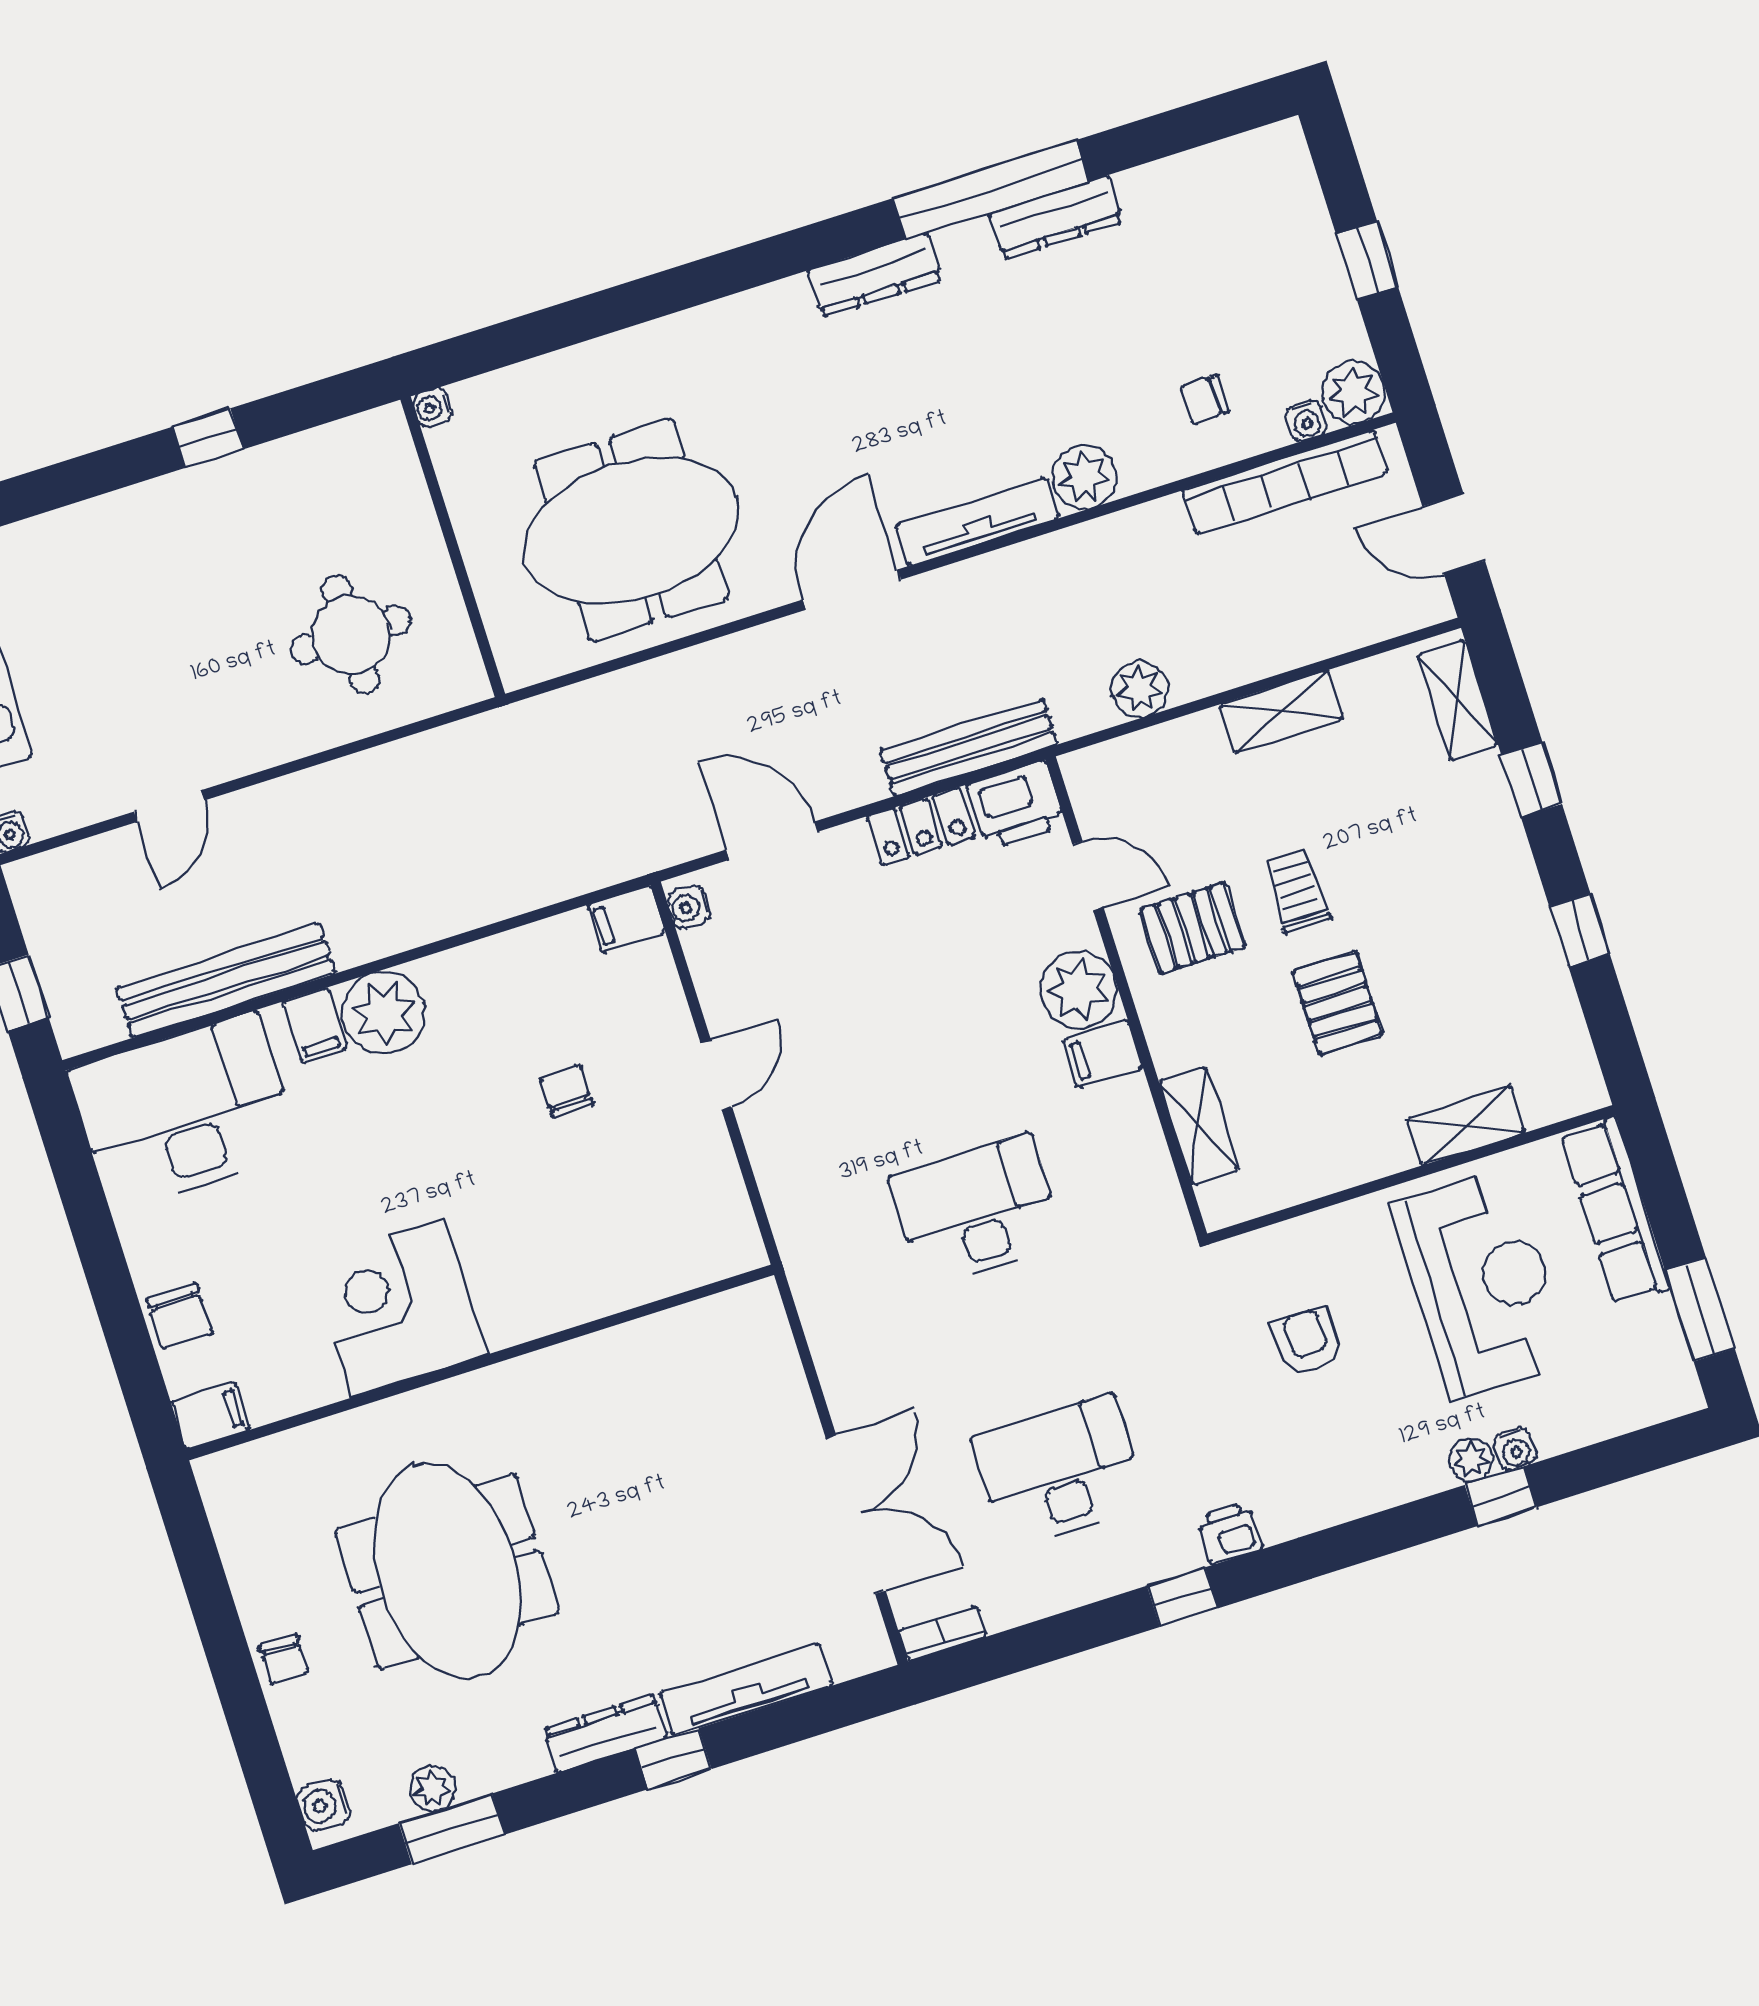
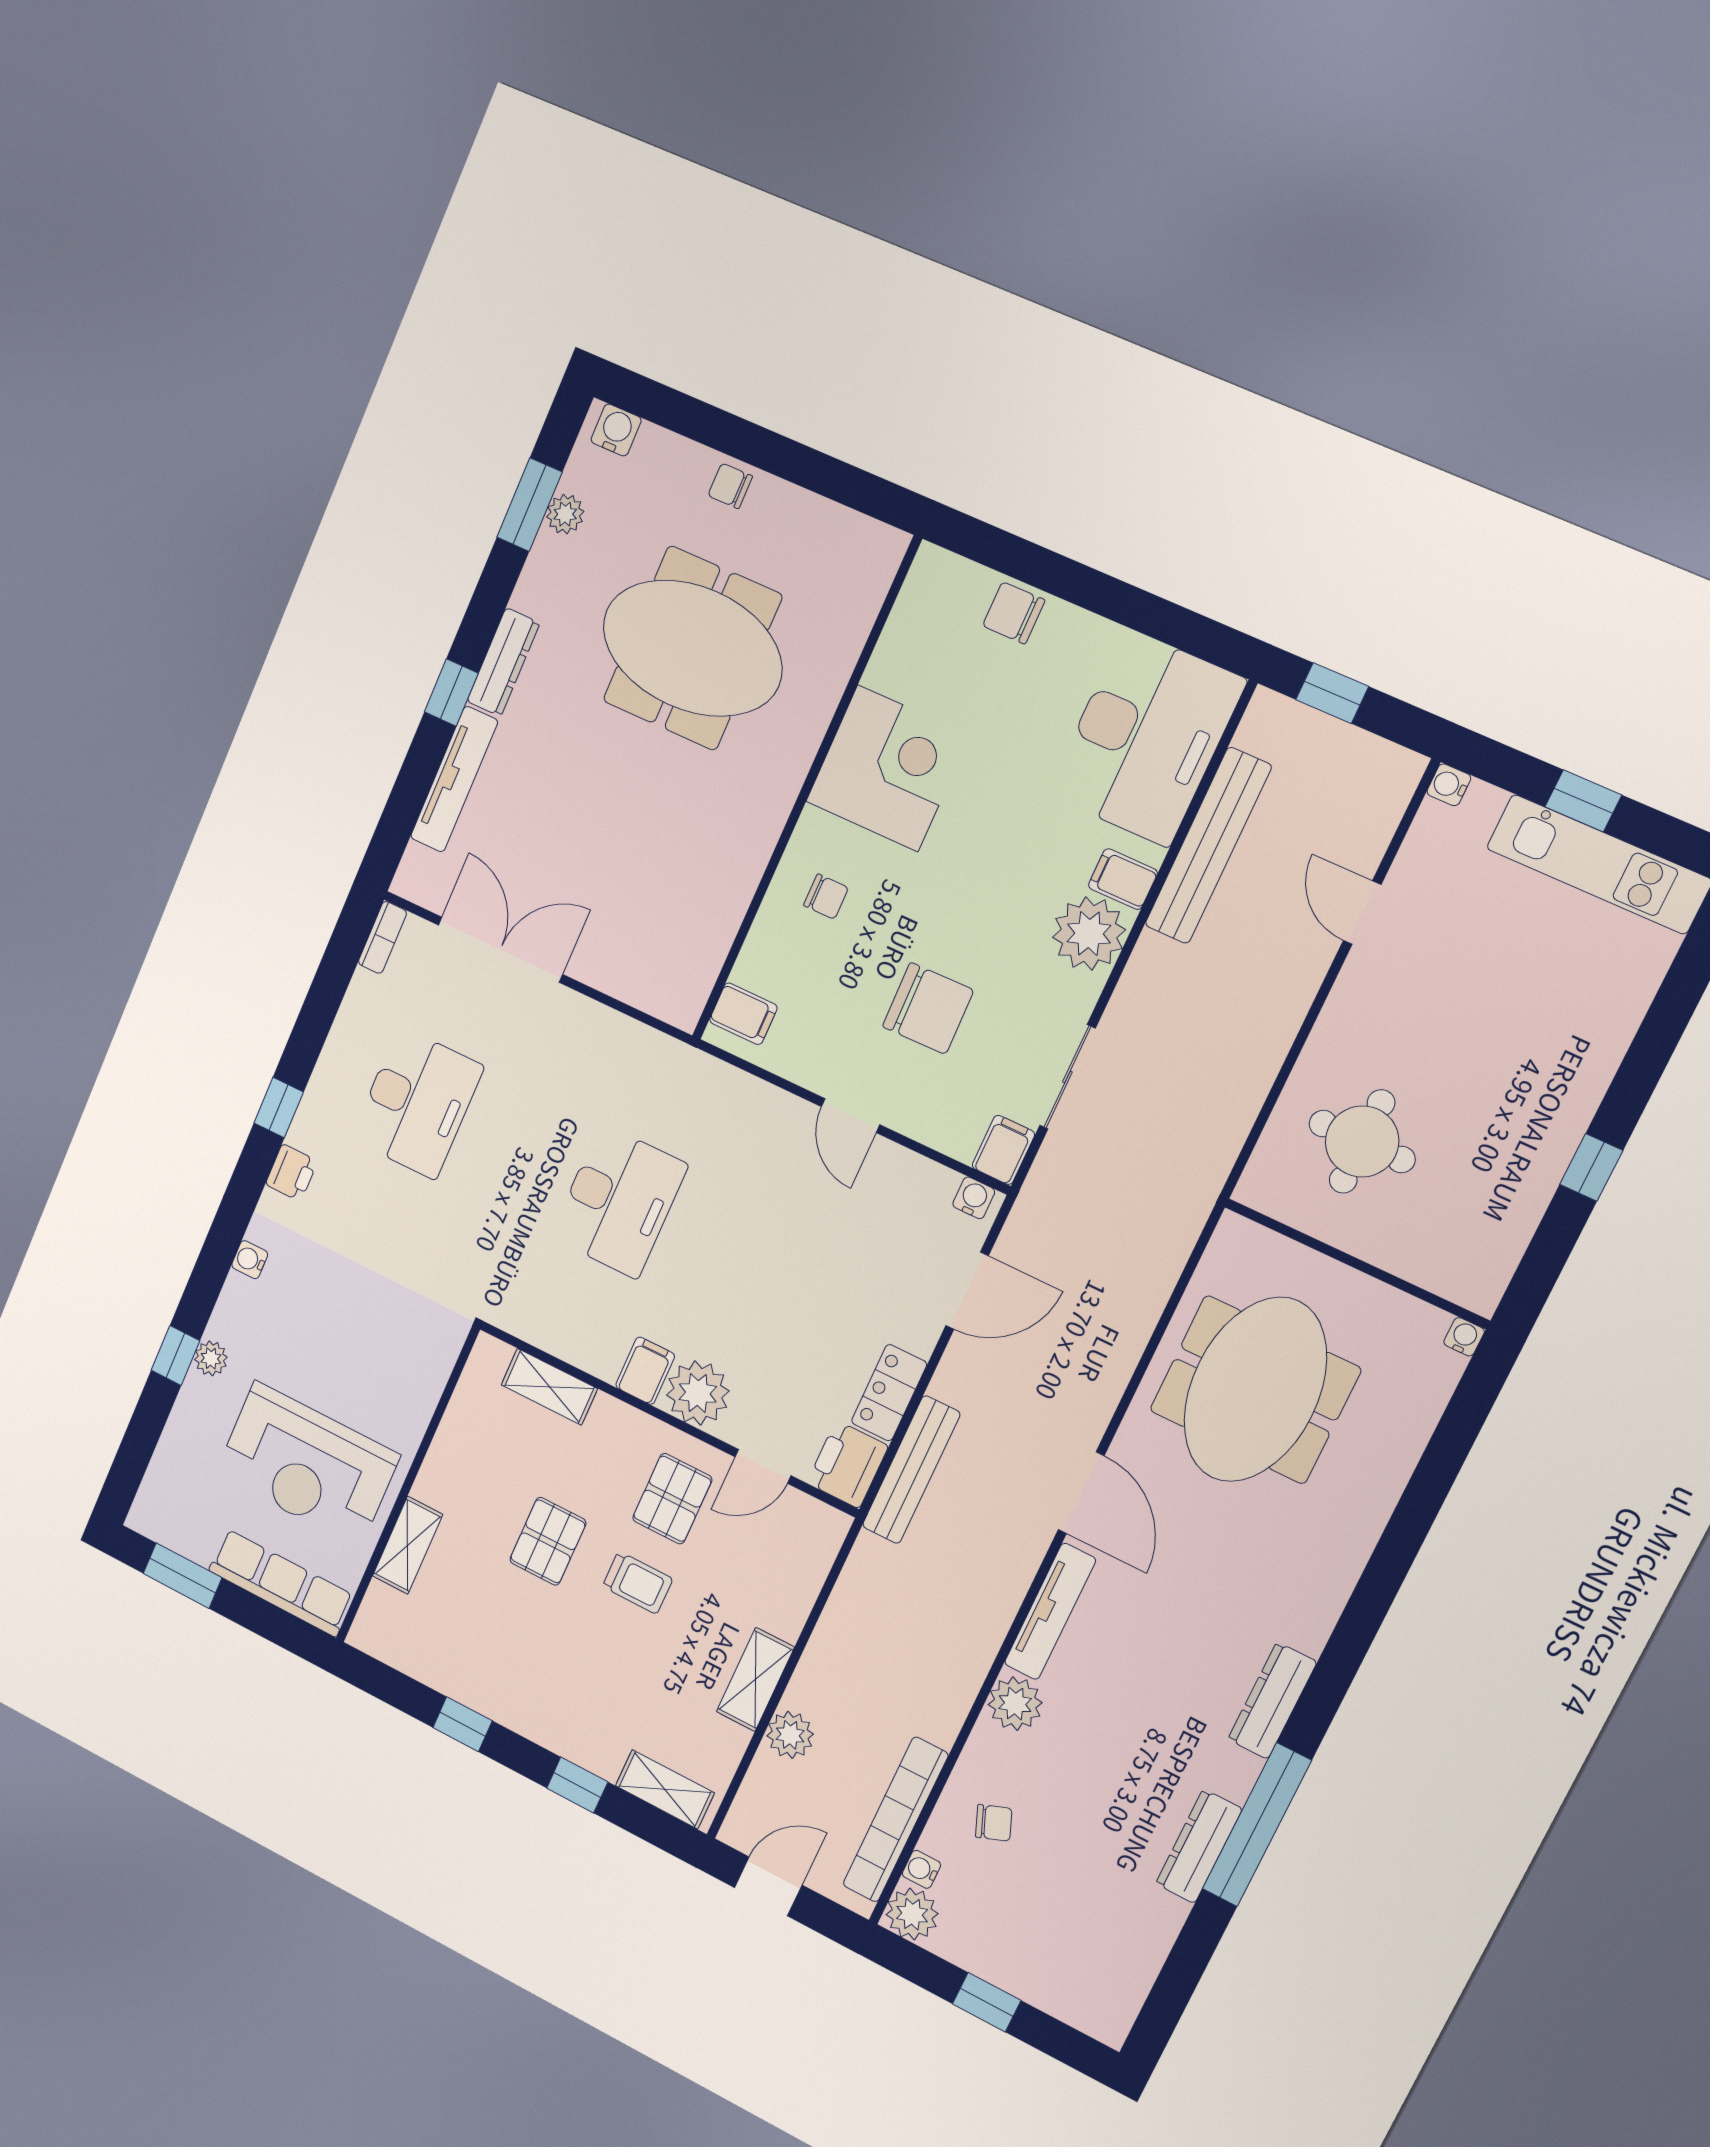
chair: (1205, 399) -> (994, 1823), turned 69
plant: (1140, 689) -> (790, 1735), moved
sliding door: (517, 922) -> (1067, 1077), added
pallet: (1338, 1003) -> (548, 1541), turned 90
chair: (566, 1091) -> (928, 1008), width x1.87, depth x1.87
chair: (552, 1264) -> (826, 897), added
armchair: (1308, 1341) -> (363, 1328), removed
filing cabinet: (211, 1416) -> (743, 1014), moved, turned -90
water cooler: (1515, 1449) -> (250, 1260), moved
double door: (856, 1515) -> (500, 950), swing flipped

